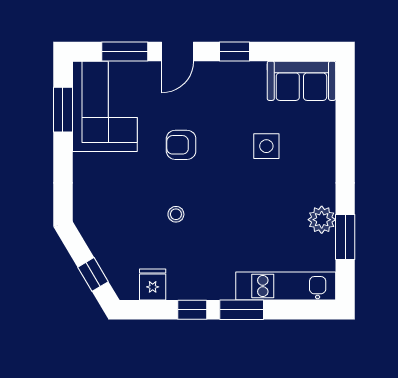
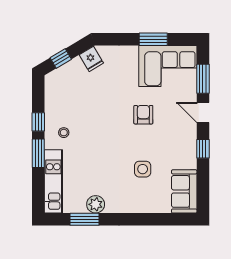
window: (63, 110) -> (153, 39), moved
stool: (176, 214) -> (64, 133), moved
fridge: (153, 284) -> (91, 59), moved, turned 59

